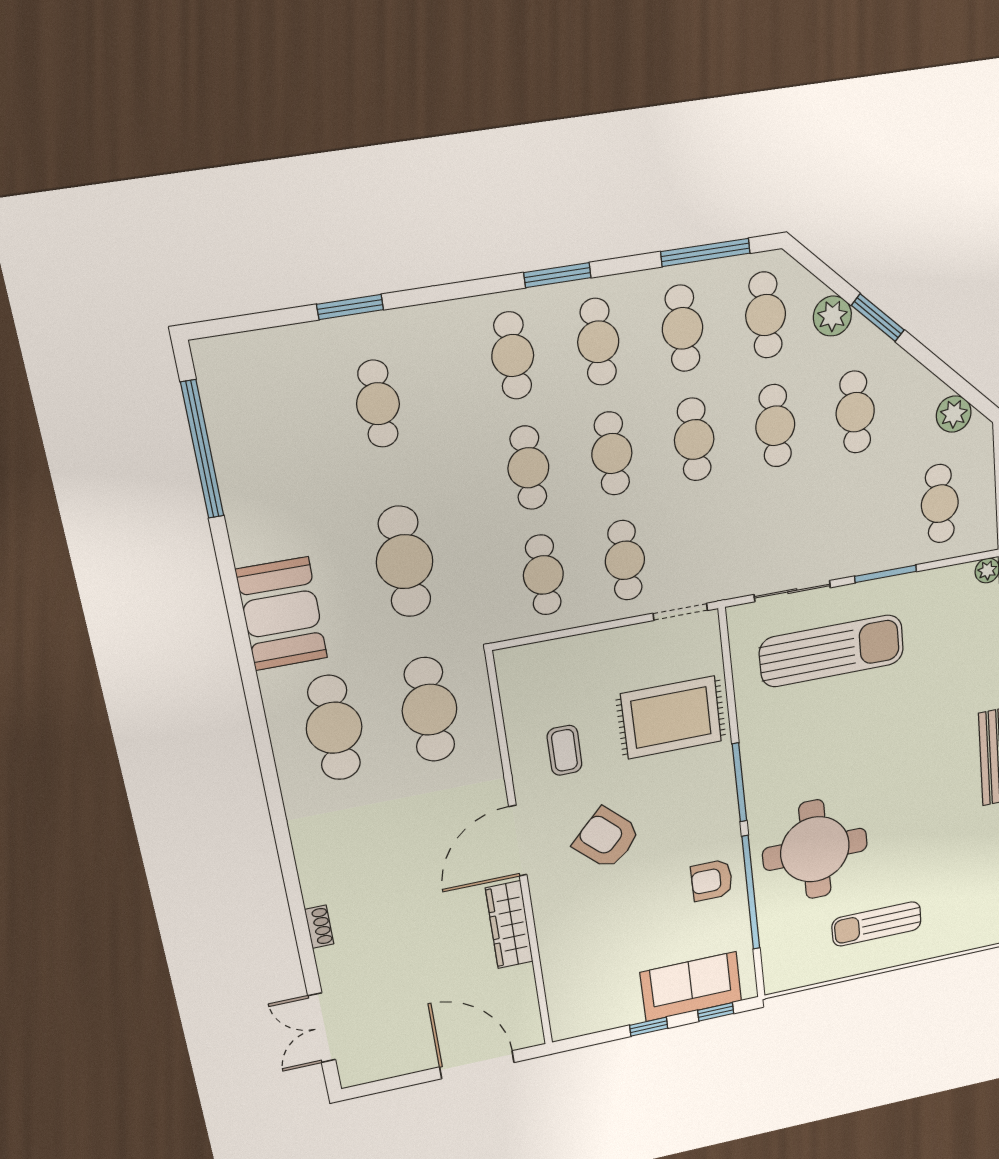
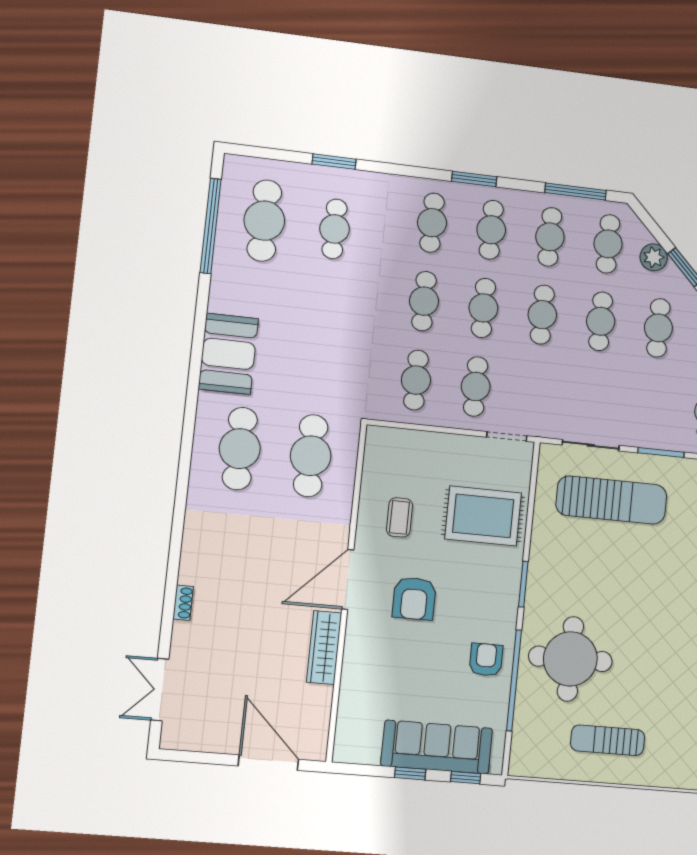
cafe table: (405, 562) -> (264, 221), moved
window: (739, 782) -> (523, 584), width x0.69
armchair: (607, 838) -> (414, 598), turned -134
armchair: (712, 880) -> (486, 660), turned 90
sofa: (691, 987) -> (437, 747), width x1.36

